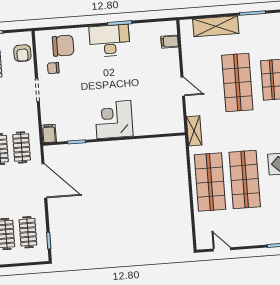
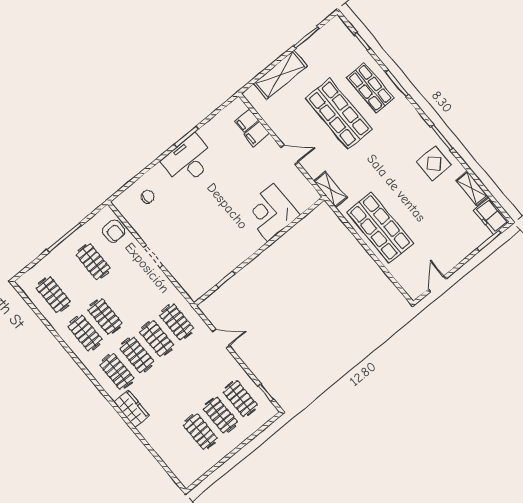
chair: (63, 46) -> (148, 197), width x0.54, depth x0.54
chair: (53, 68) -> (153, 225), removed
corner desk: (114, 120) -> (271, 213), moved
filing cabinet: (49, 134) -> (256, 134), moved, turned -90
shop shelf: (245, 179) -> (412, 202), removed
door: (44, 181) -> (221, 339), width x0.53
door: (222, 249) -> (437, 284), hinge flipped

